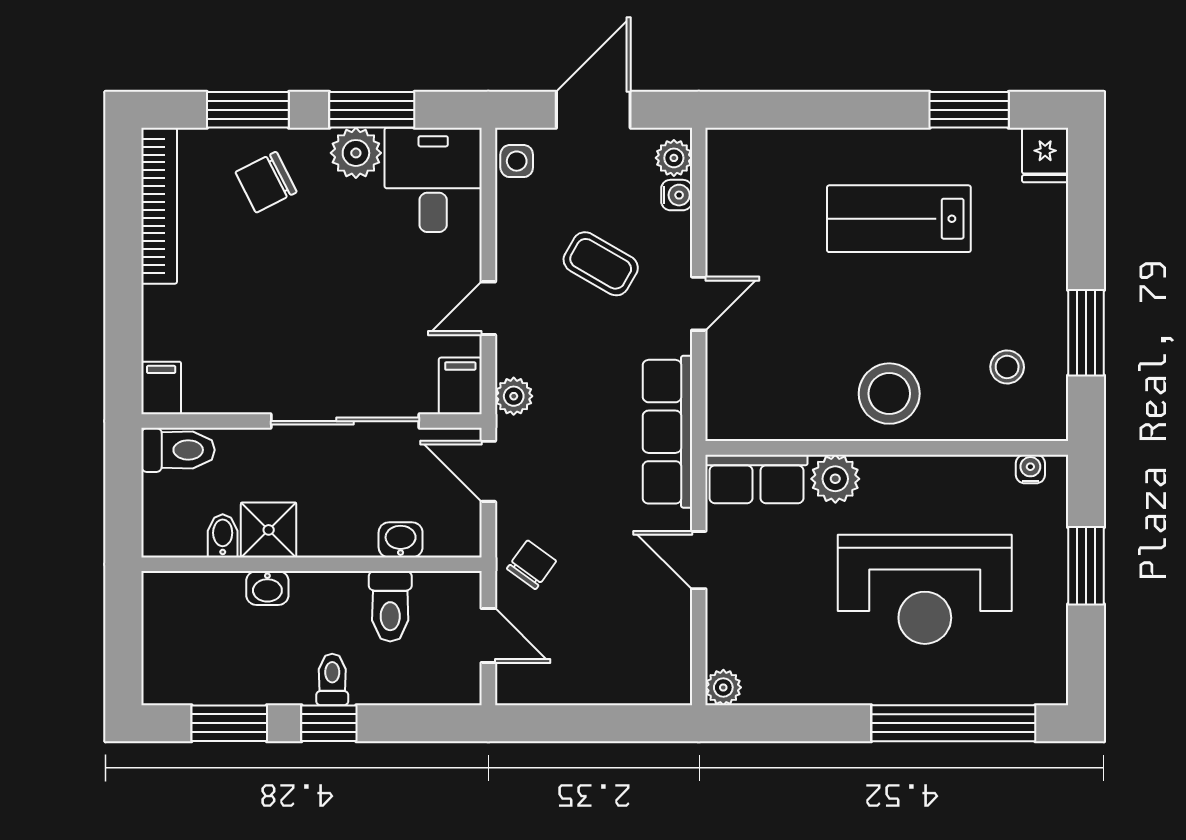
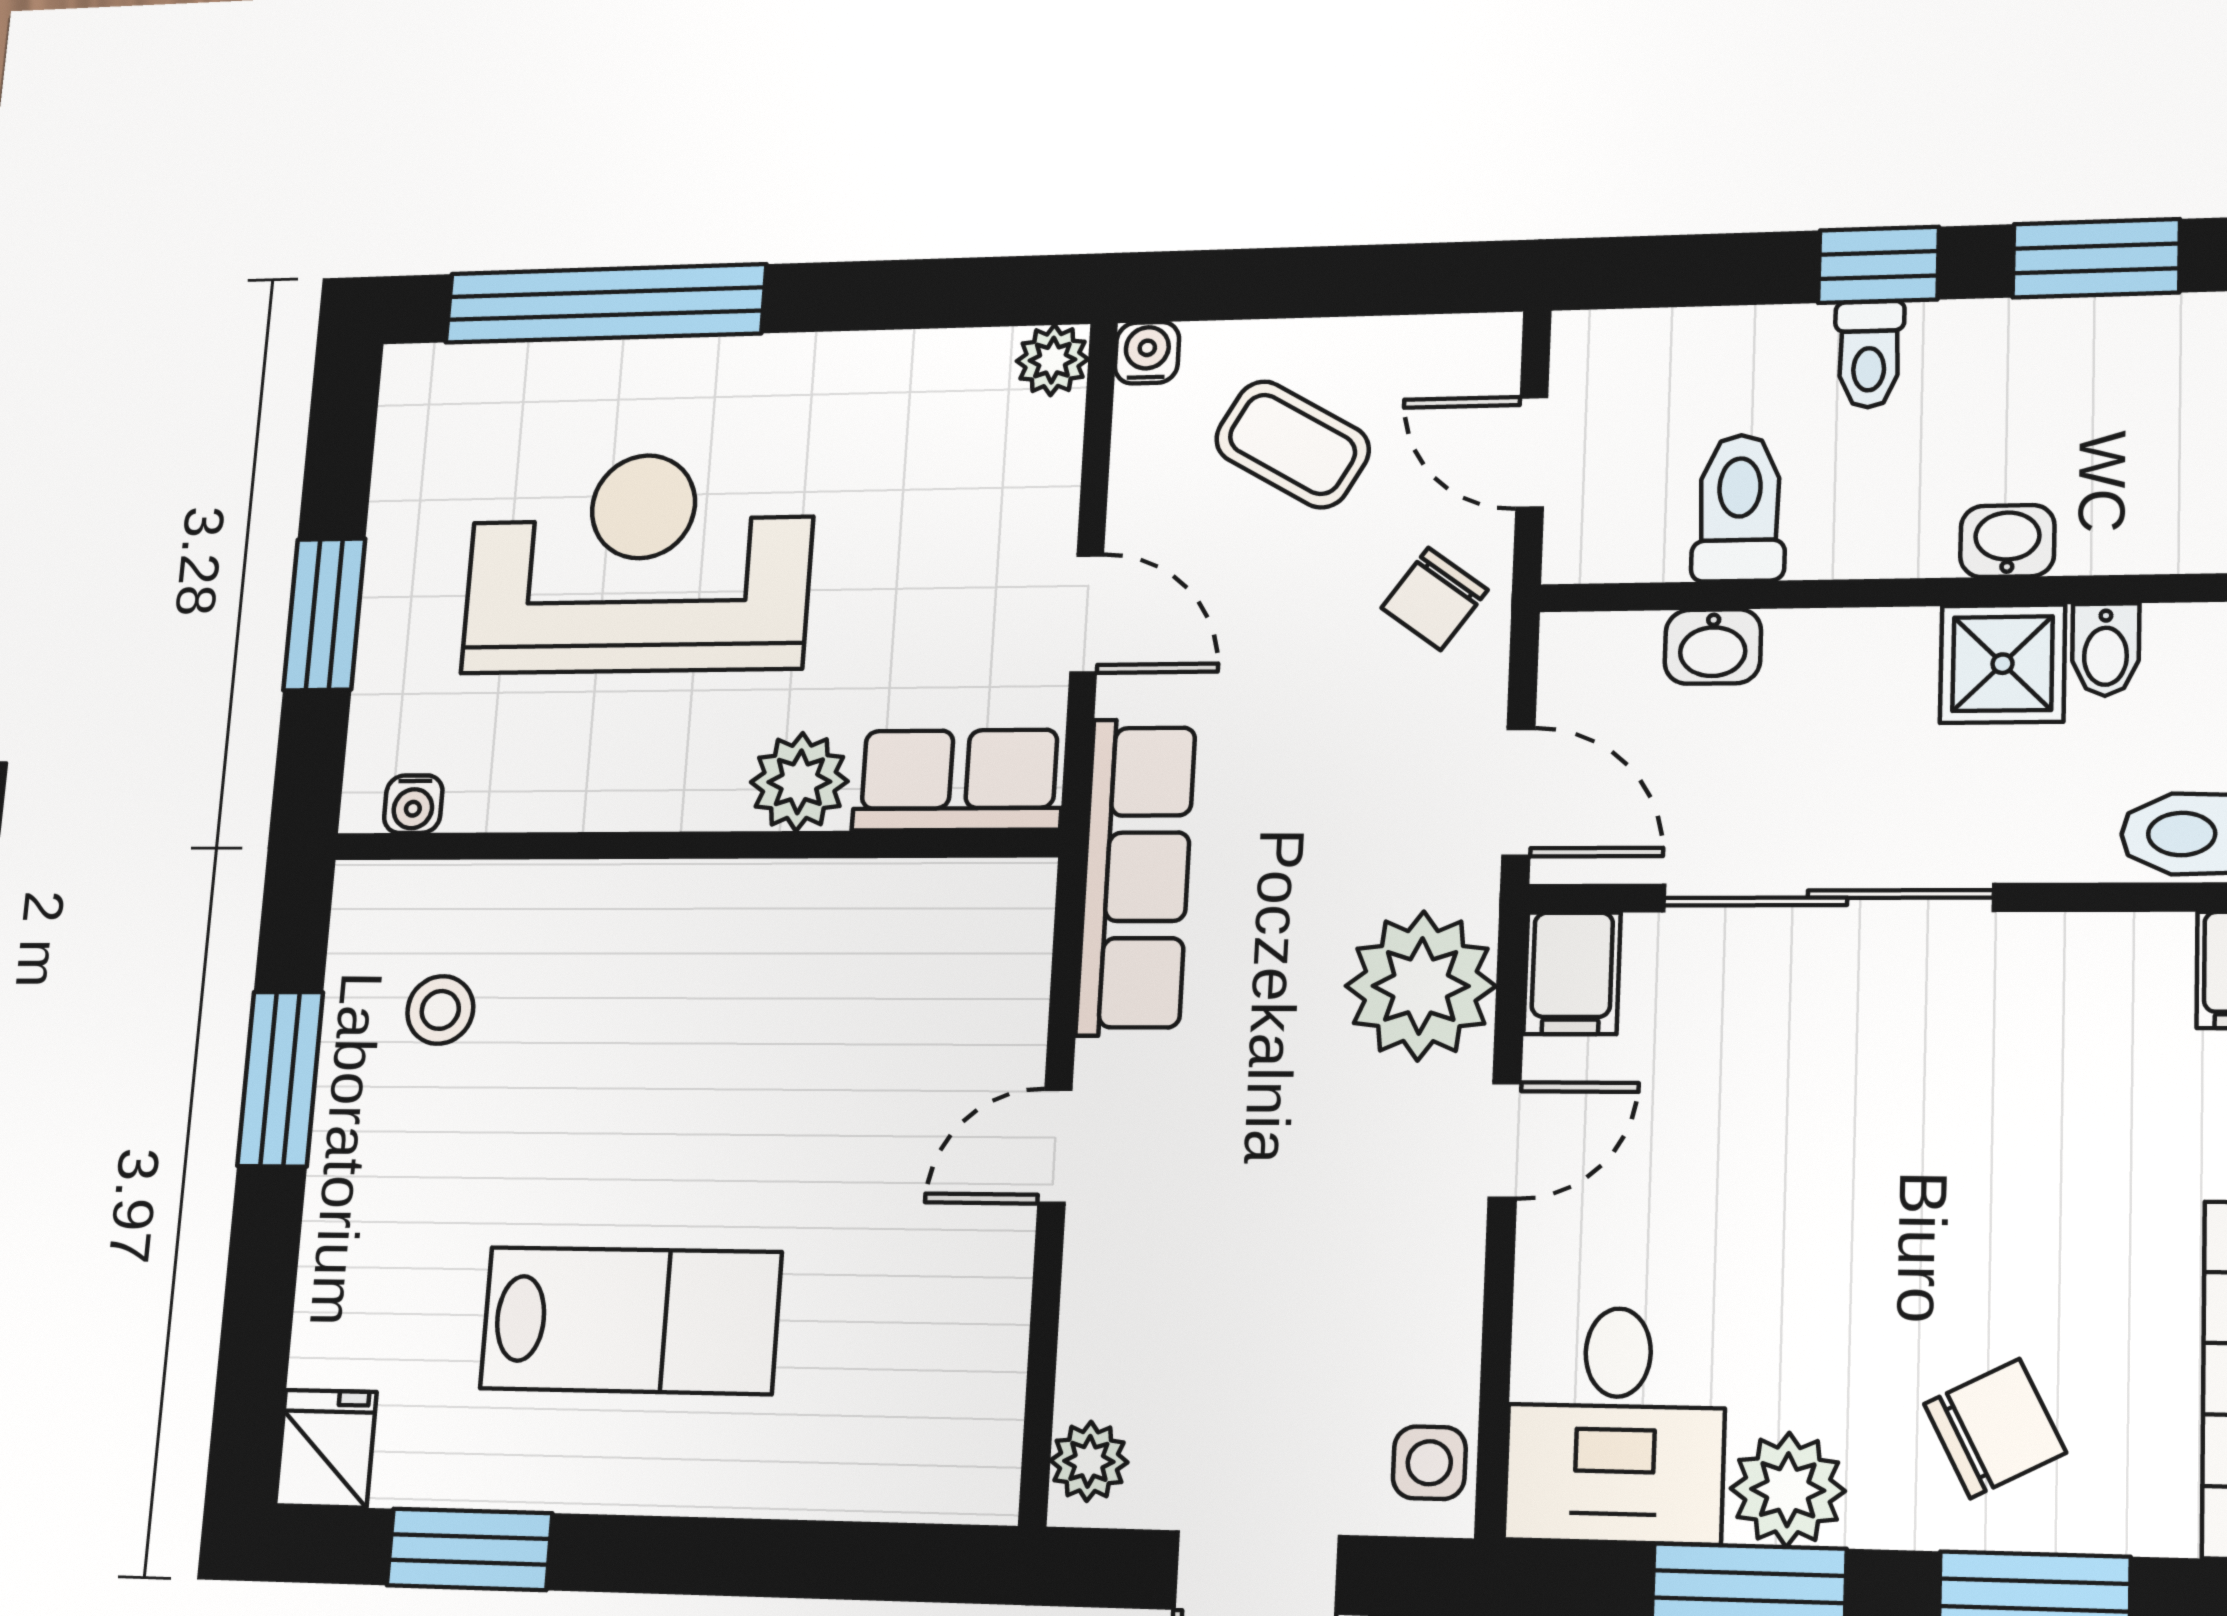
water cooler: (677, 195) -> (1147, 353), moved, turned 90
coffee table: (601, 264) -> (1292, 444), moved
stool: (889, 394) -> (678, 956), removed
plant: (514, 396) -> (1421, 986), width x1.88, depth x1.88

